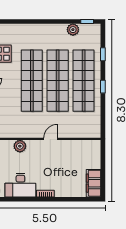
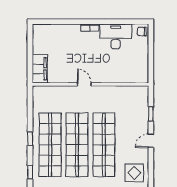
door: (51, 139) -> (84, 84), swing flipped
plant: (20, 146) -> (116, 77), removed
filing cabinet: (93, 183) -> (40, 69), moved

